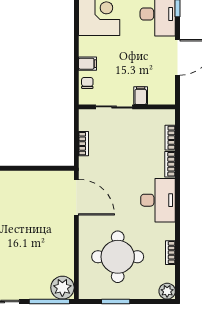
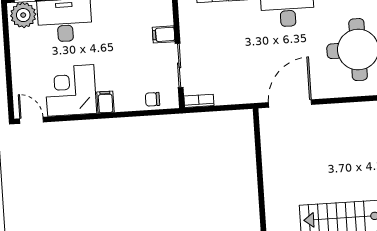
filing cabinet: (88, 64) -> (105, 102), moved
bookcase: (84, 144) -> (199, 101), moved

